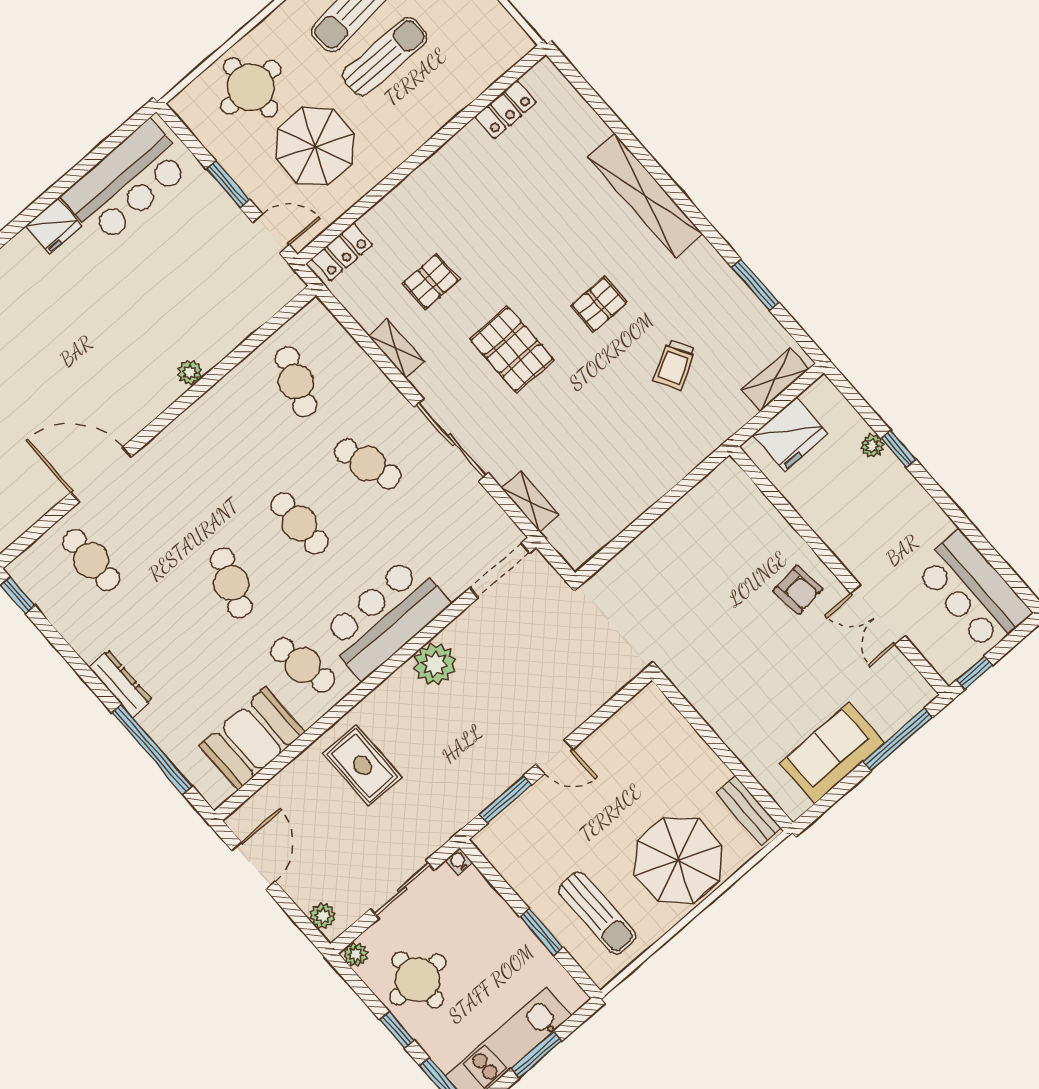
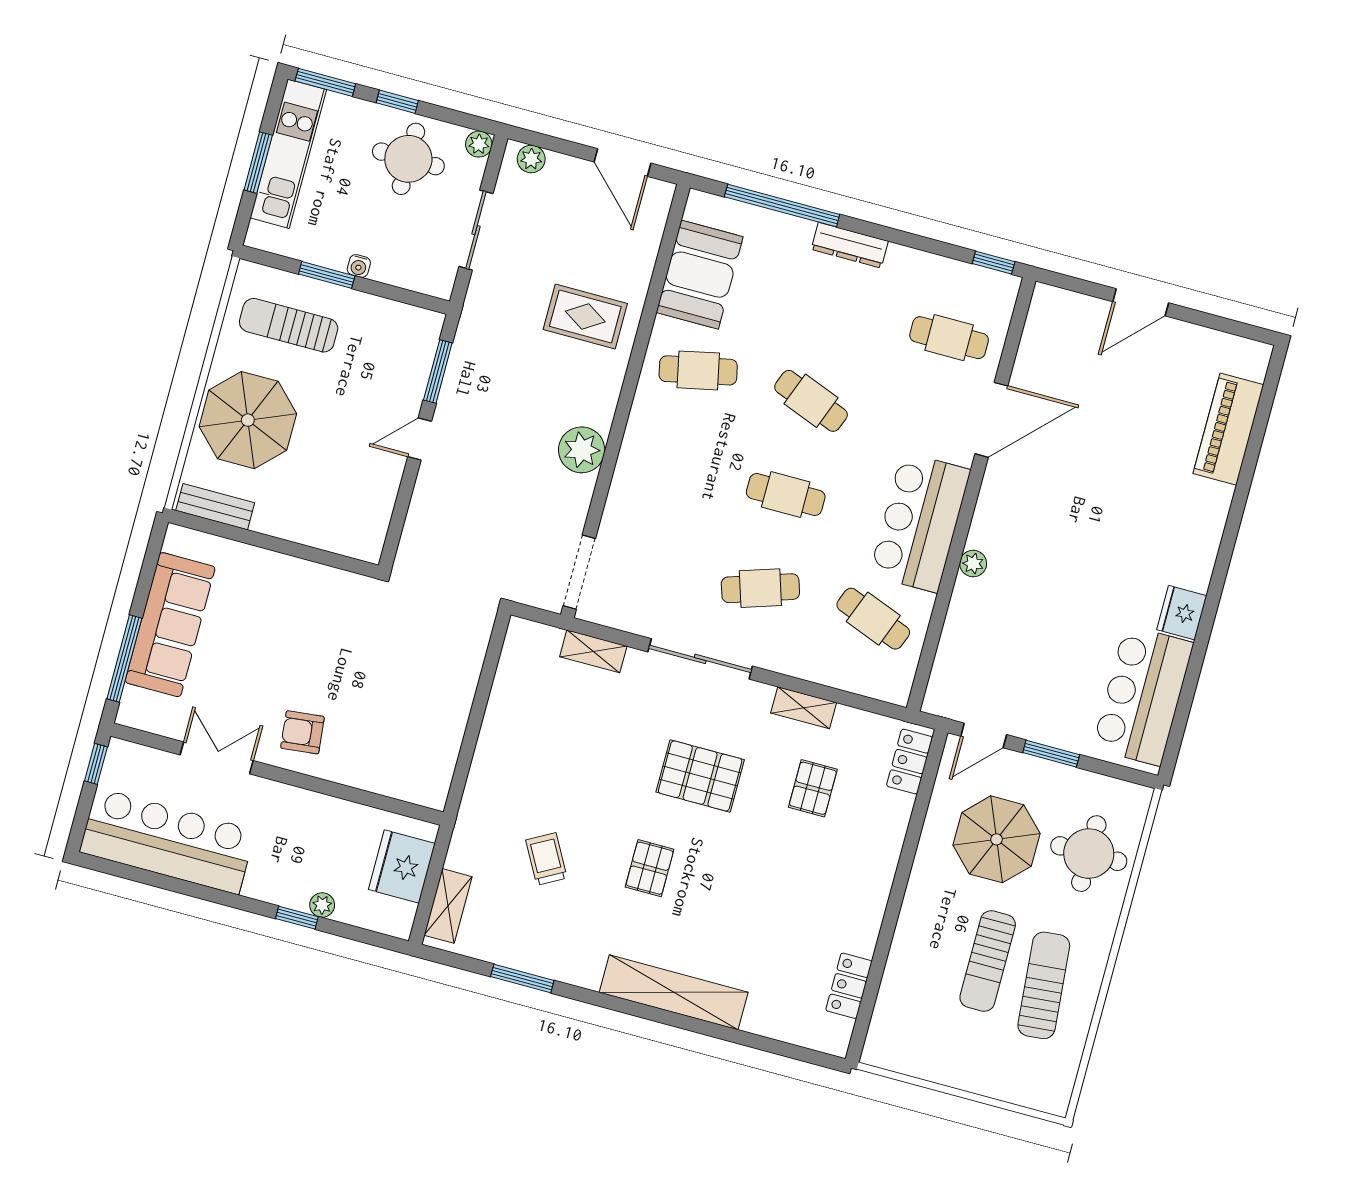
bar counter: (973, 591) -> (167, 841), width x1.36
bar counter: (385, 618) -> (920, 522), moved, turned 180
sofa: (832, 753) -> (170, 625), width x1.36
water cooler: (459, 861) -> (359, 266), moved, turned 90

